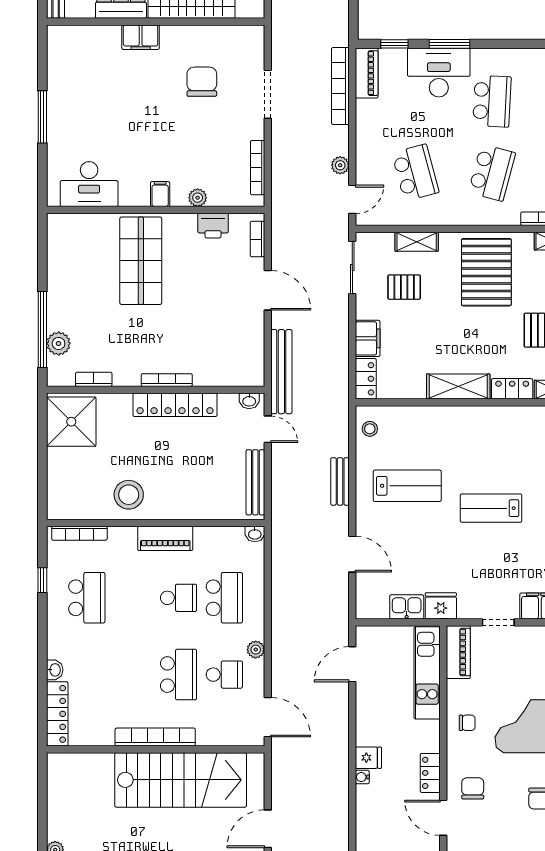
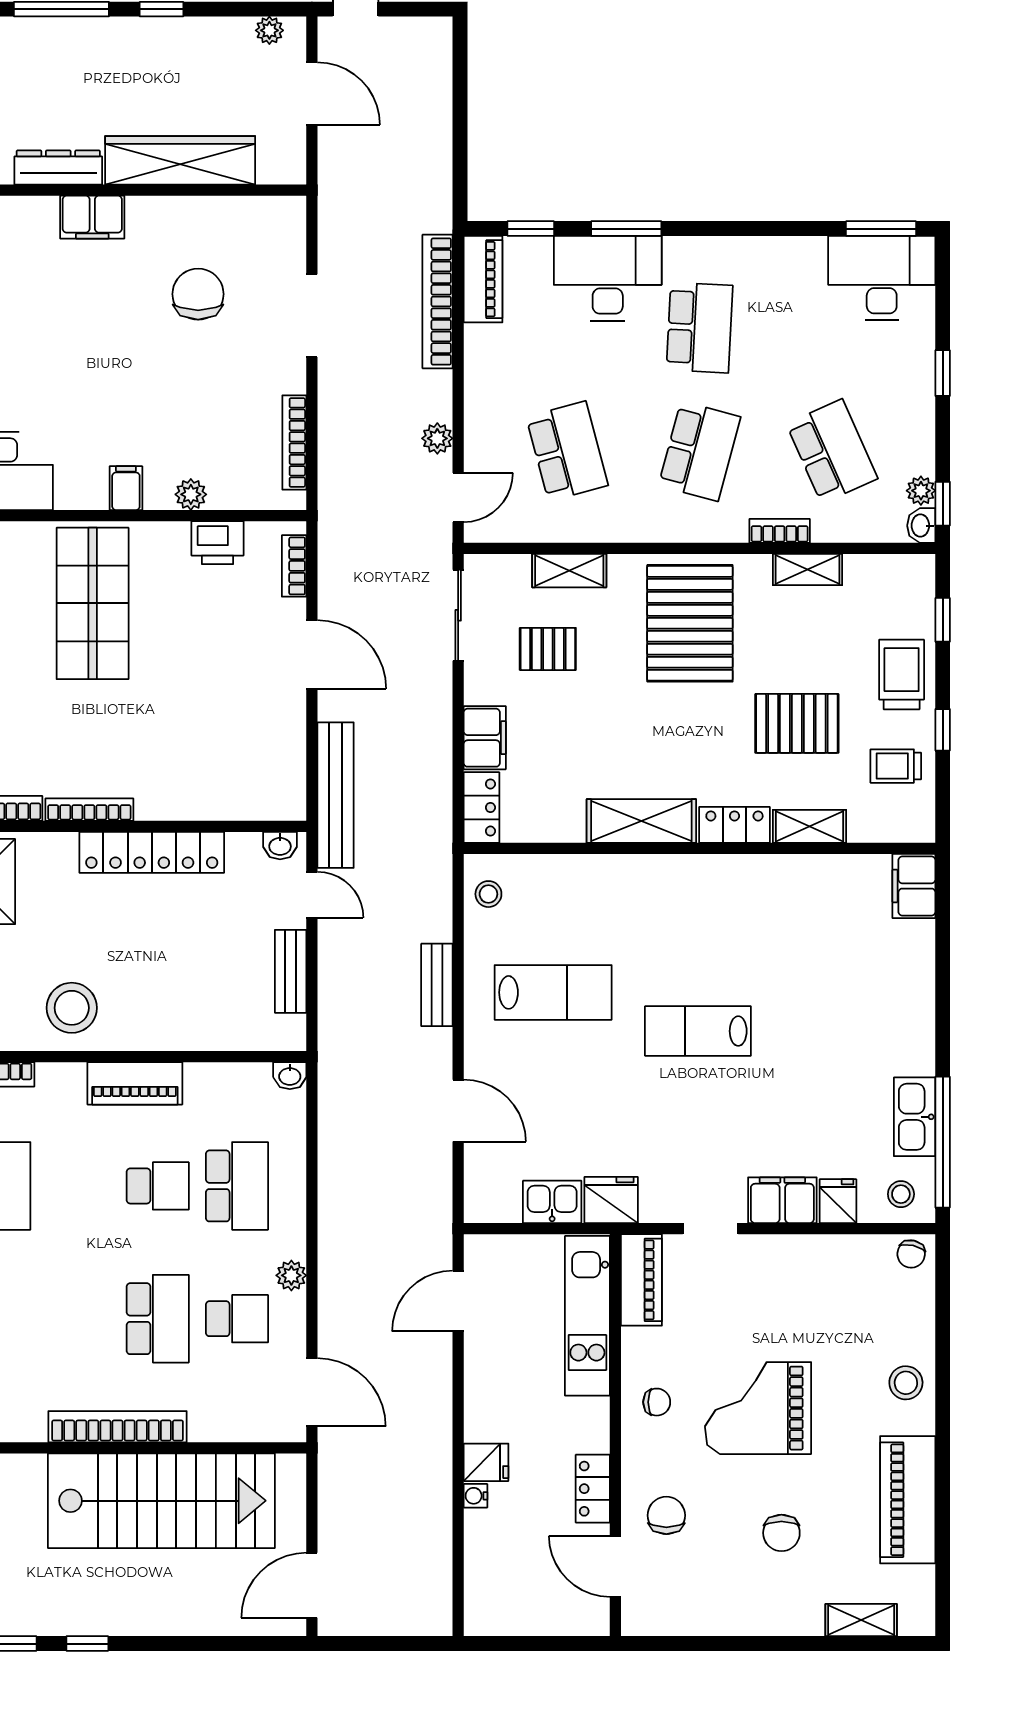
bookcase: (167, 380) -> (89, 810), moved
bench: (255, 482) -> (291, 971), width x0.73

